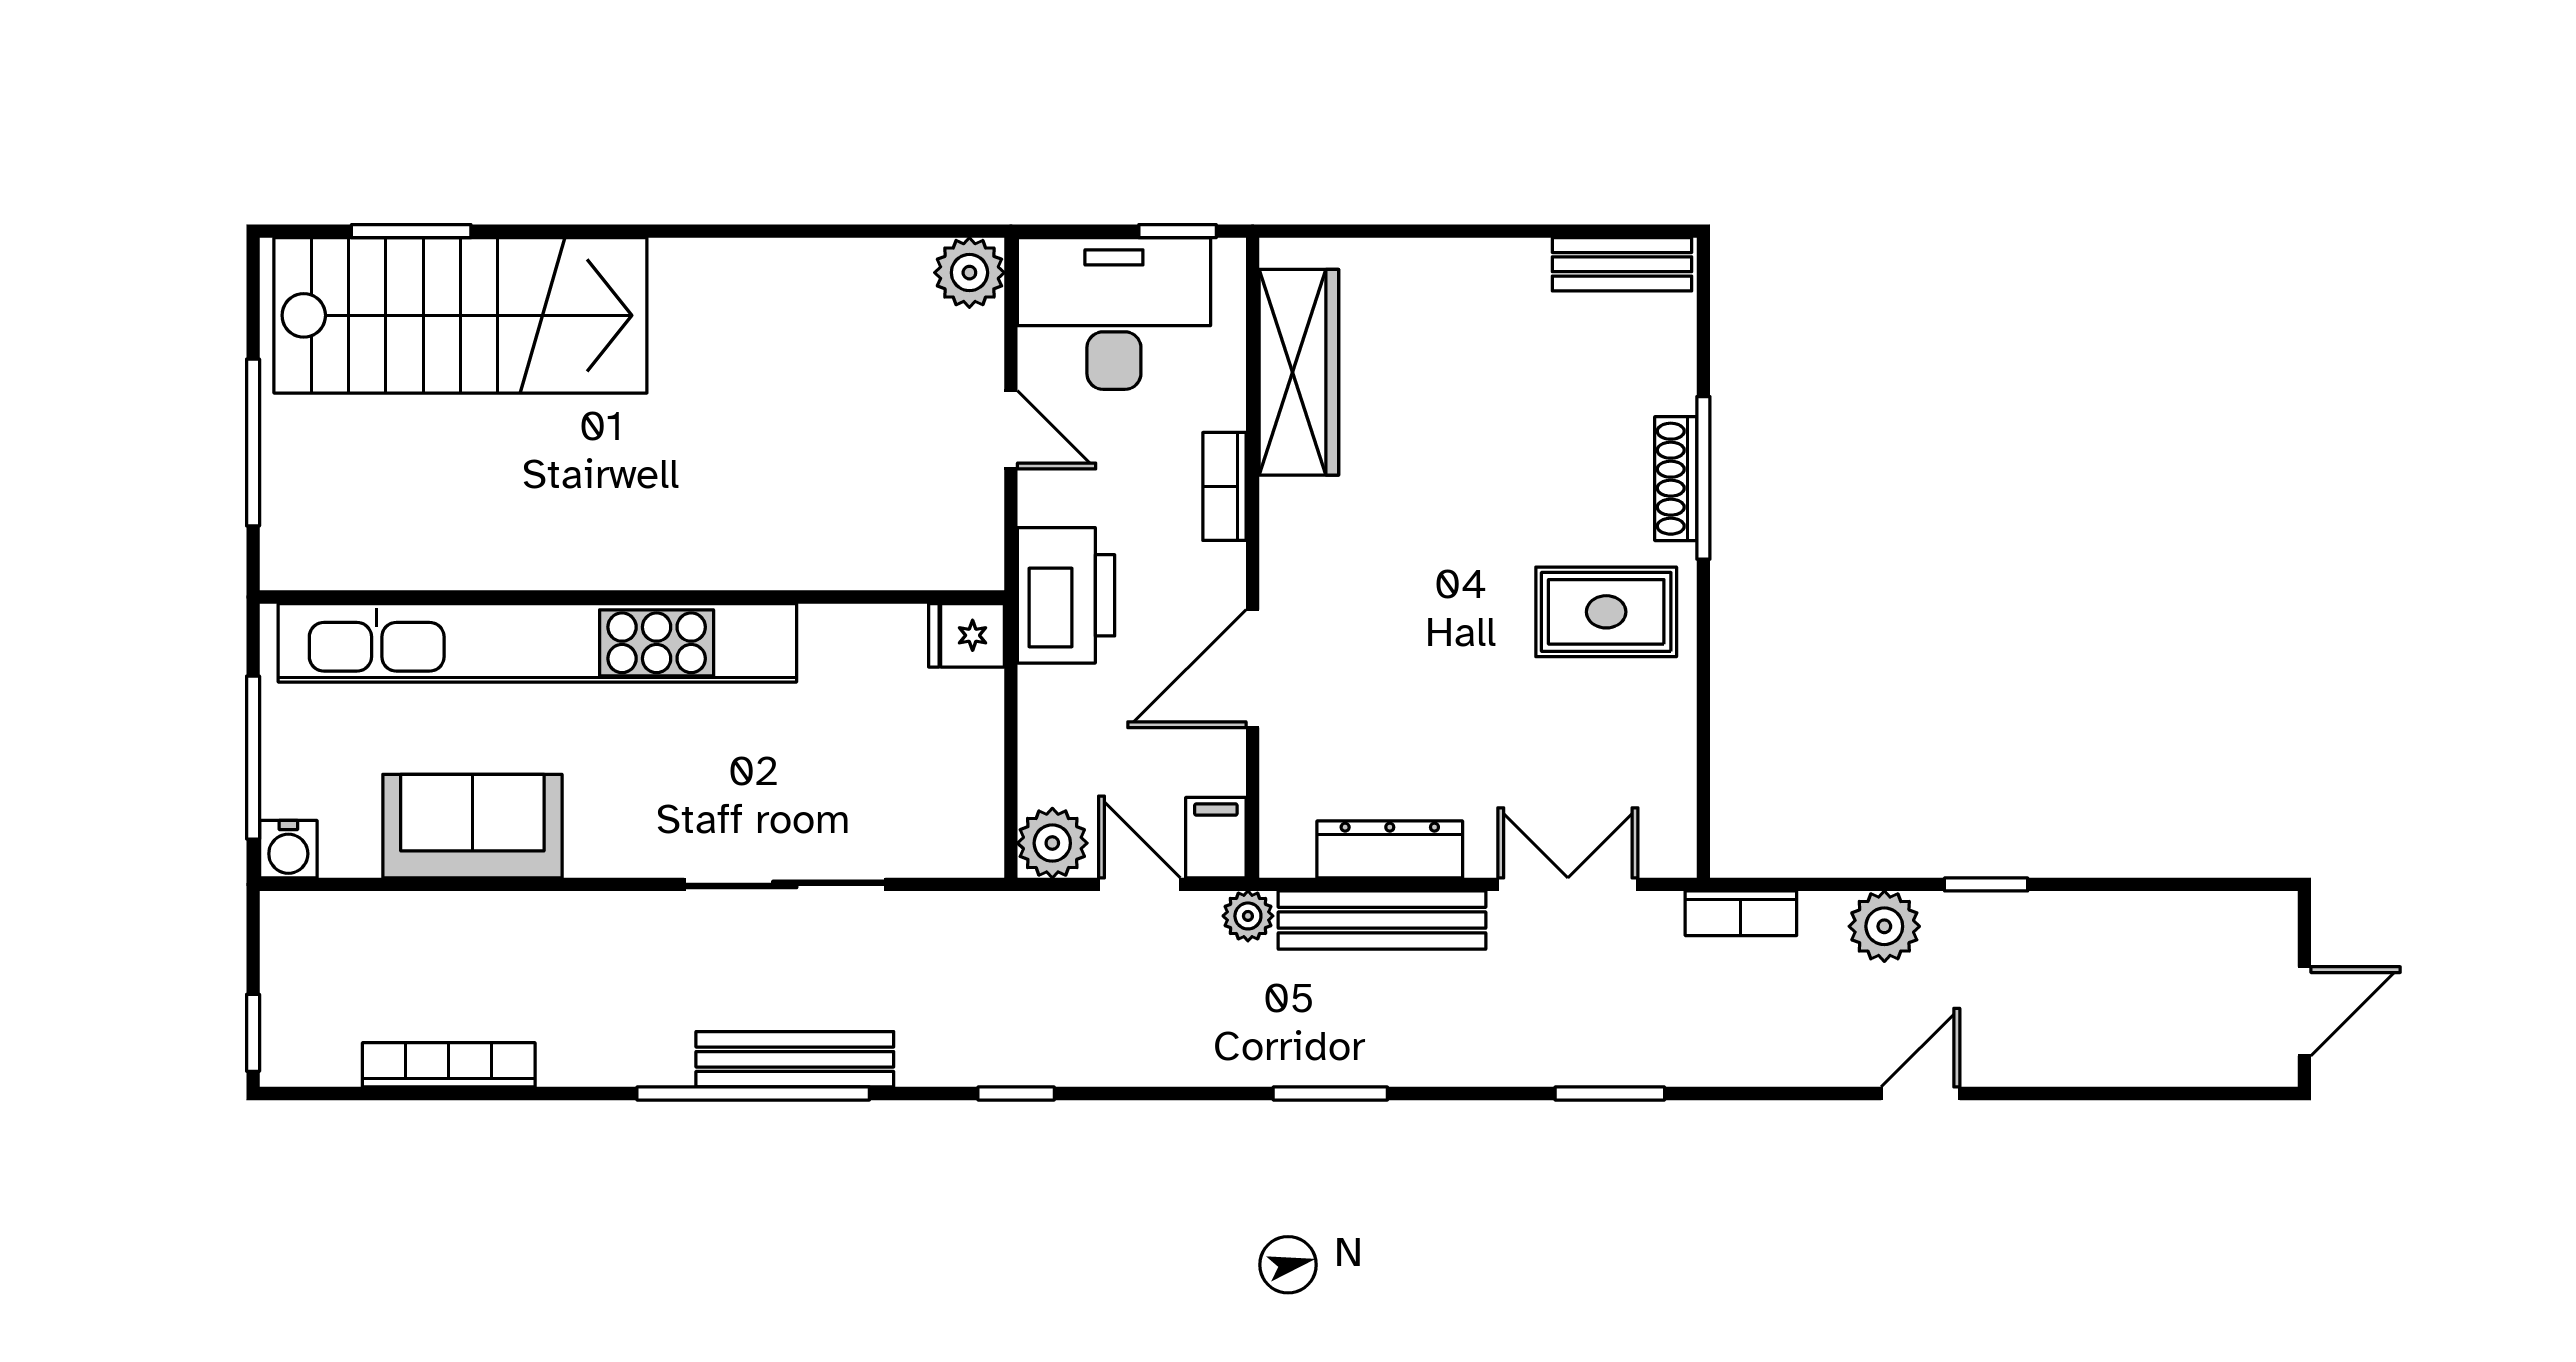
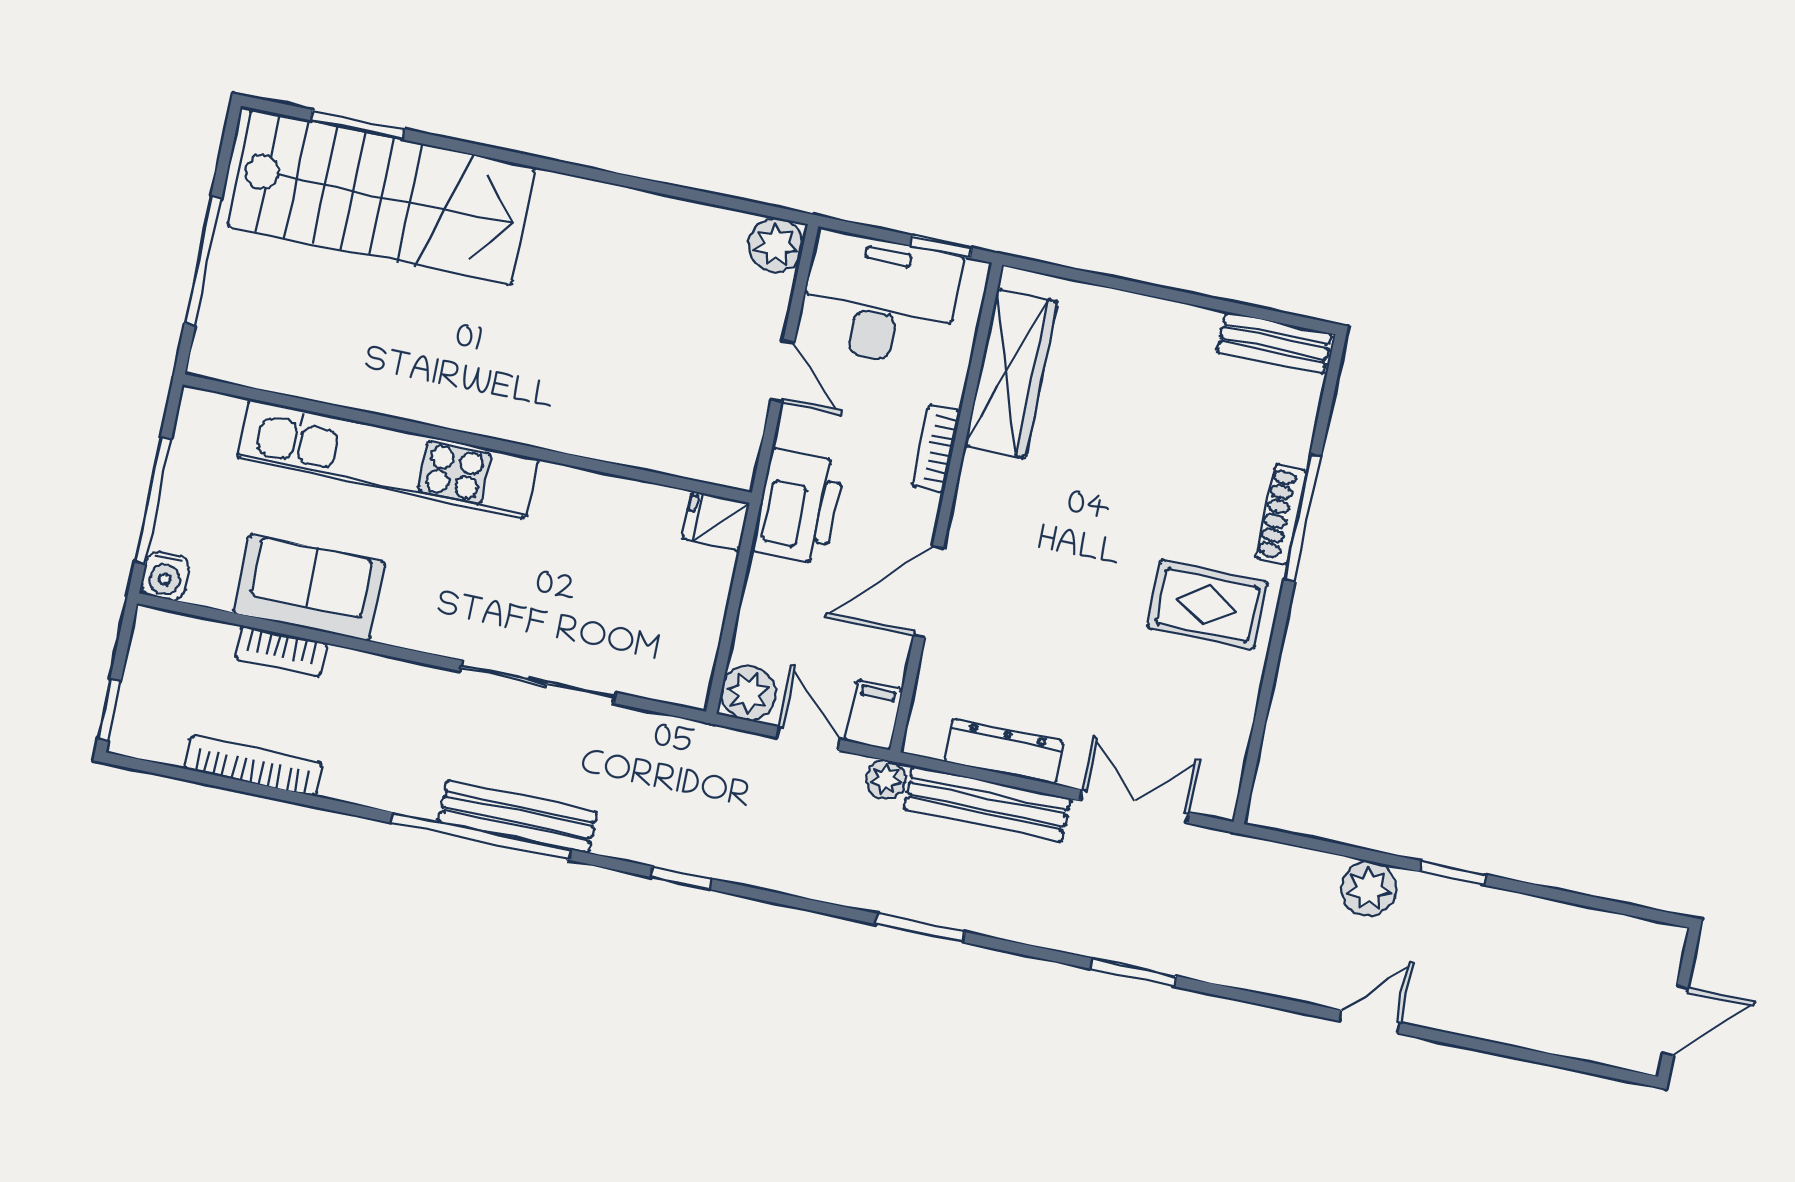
kitchen unit: (537, 643) -> (388, 458), width x0.73
bookcase: (1741, 913) -> (281, 651), moved

